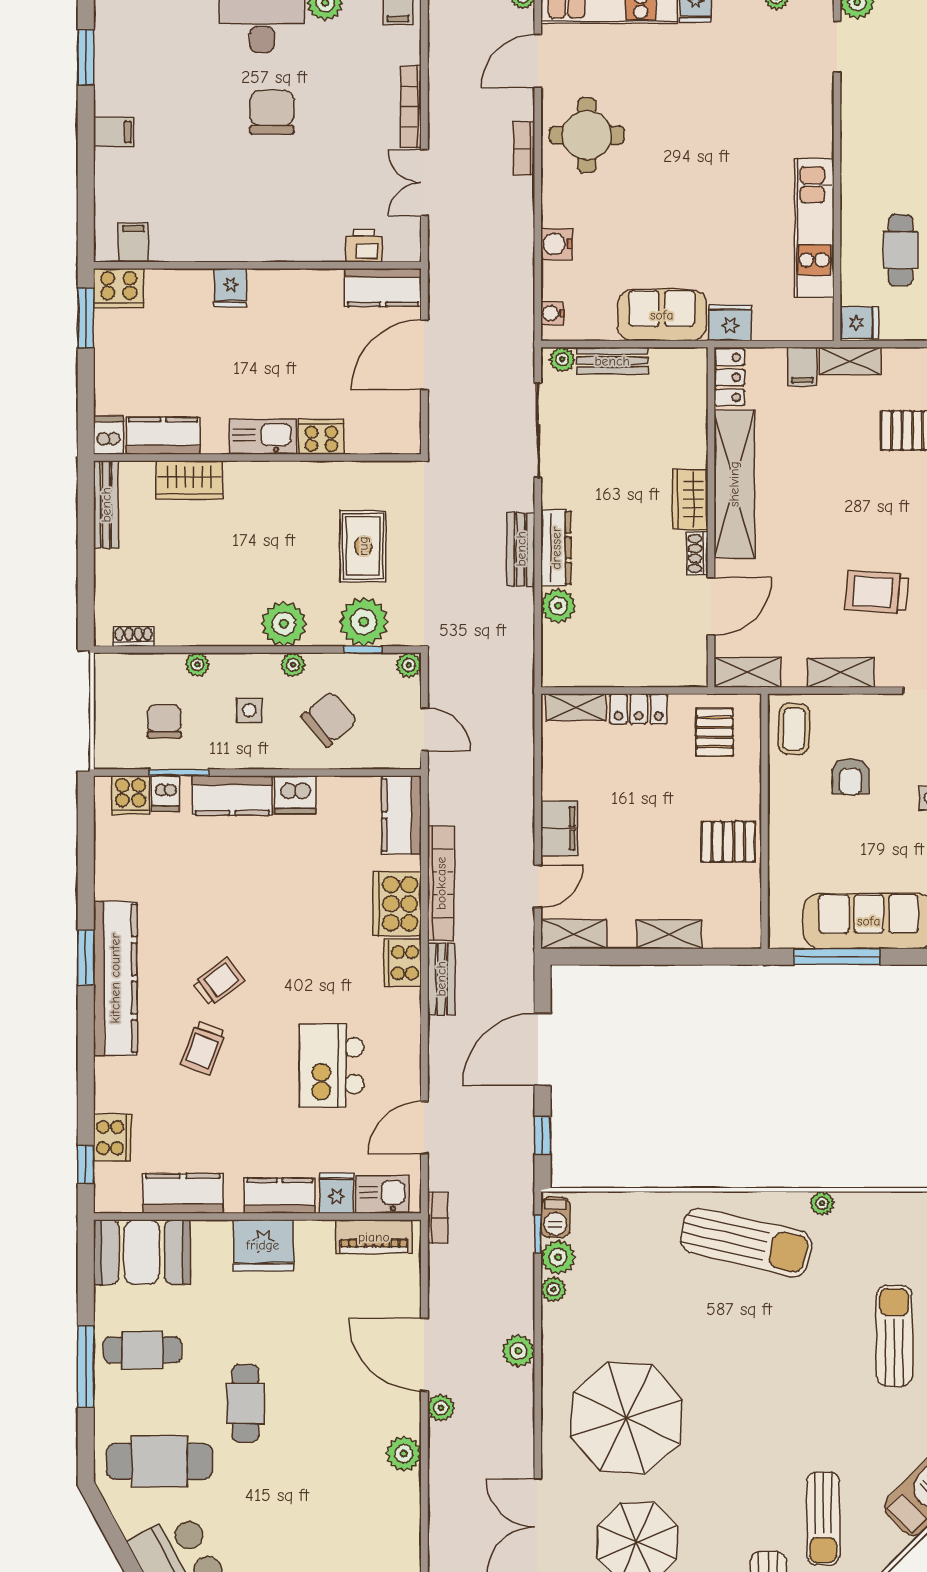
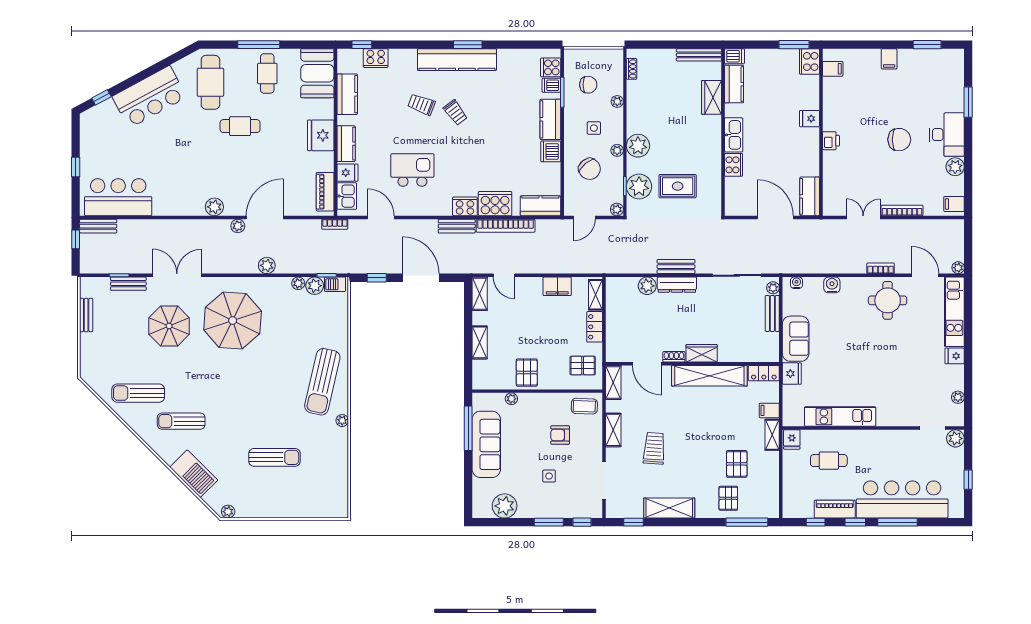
printer: (364, 246) -> (831, 141), moved
filing cabinet: (559, 828) -> (557, 286), moved
plant: (779, 872) -> (511, 399), added

